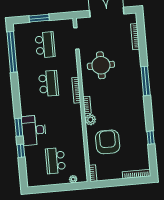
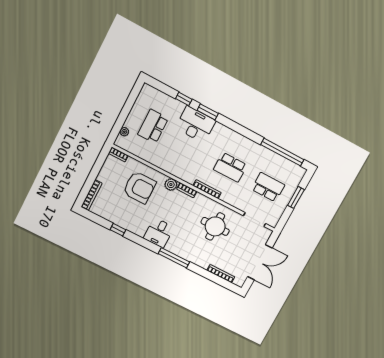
school desk: (45, 45) -> (268, 187), turned 180
desk: (133, 105) -> (159, 233), added
school desk: (55, 161) -> (153, 126), turned -90

